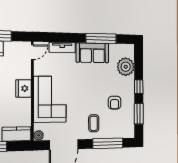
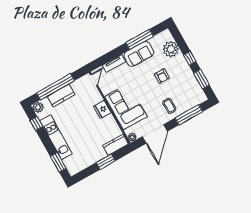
armchair: (115, 103) -> (162, 76), moved

